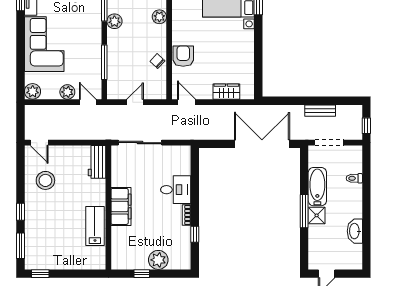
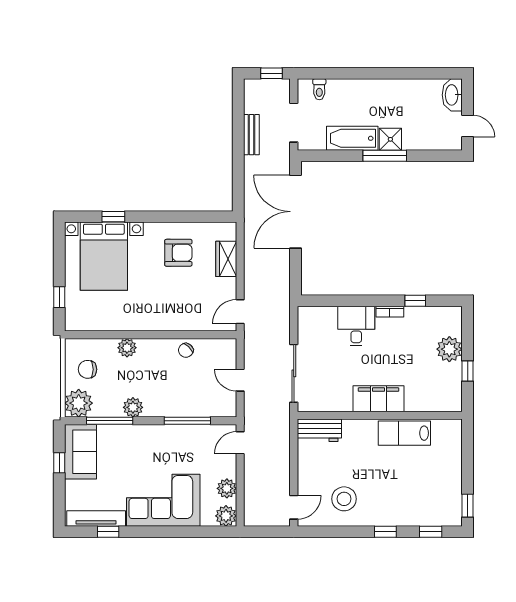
armchair: (183, 56) -> (178, 253), moved, turned 180
plant: (67, 92) -> (227, 488), moved
toilet: (354, 178) -> (319, 89), moved
washbasin: (355, 231) -> (452, 95), moved, turned 90
window: (21, 246) -> (431, 532), width x0.67

